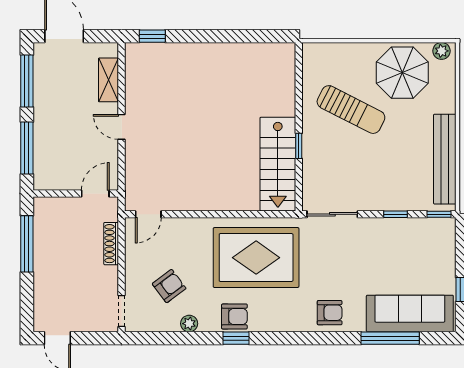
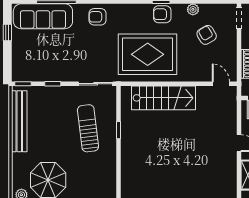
sun lounger: (351, 110) -> (88, 128), moved, turned 56
stairs: (278, 164) -> (164, 98), moved, turned 90
door: (148, 214) -> (221, 84), hinge flipped
armchair: (169, 286) -> (207, 35), turned 96

